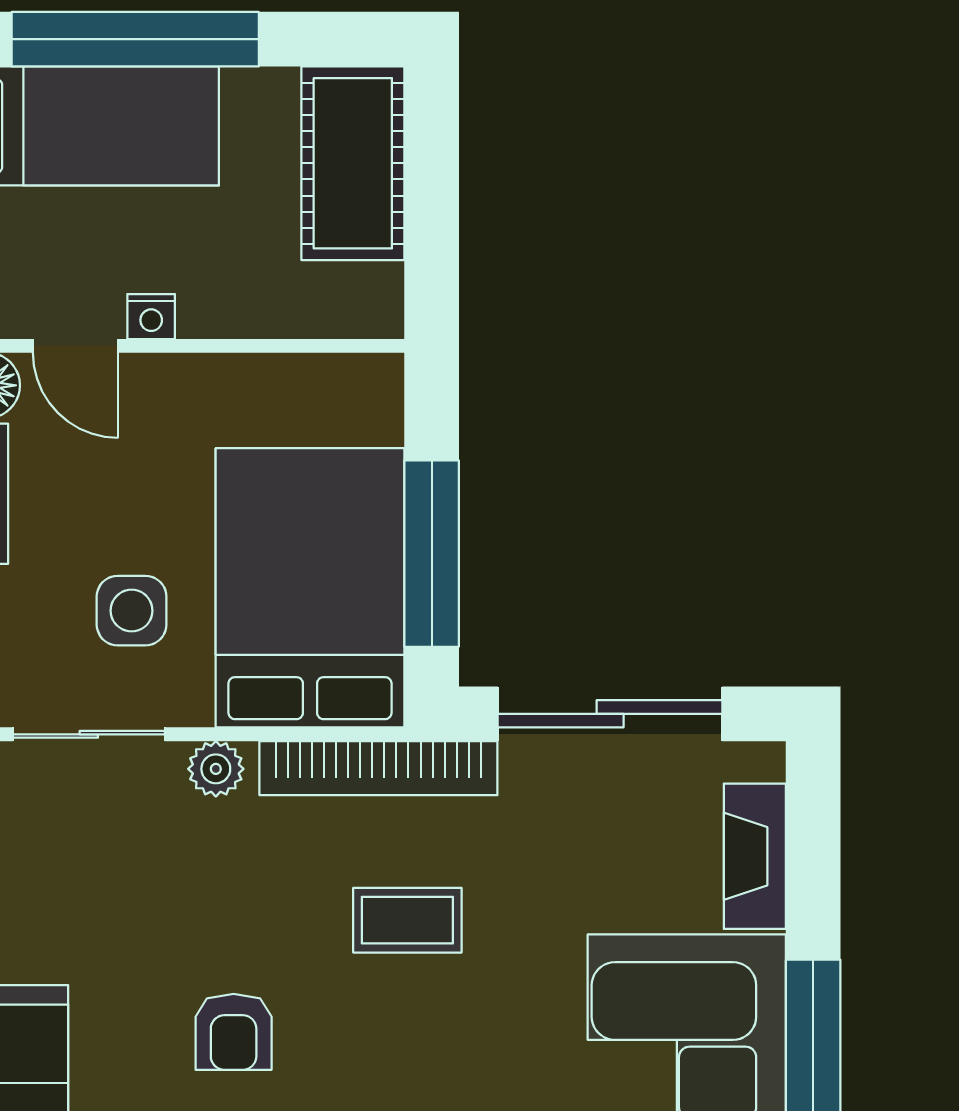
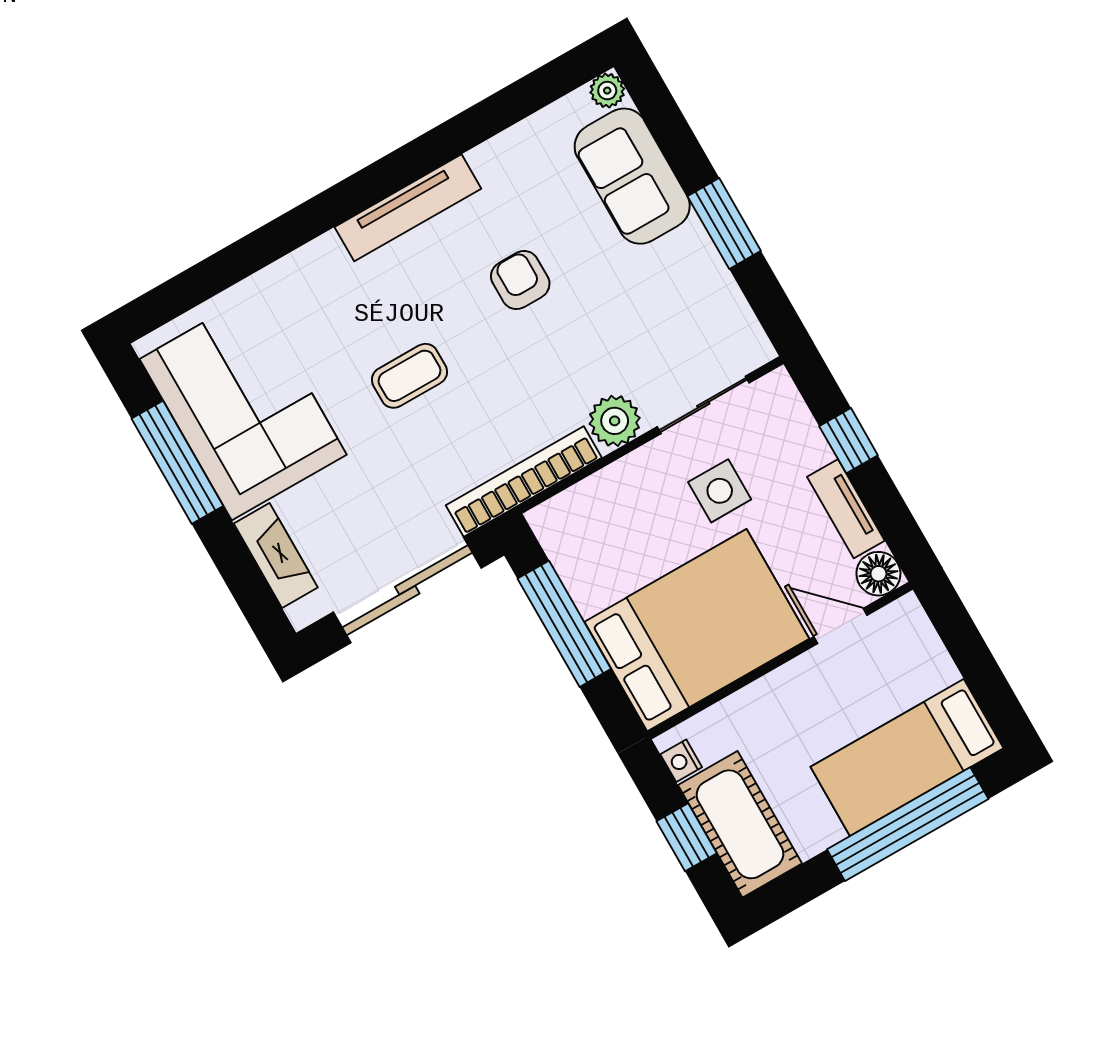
window: (432, 186) -> (687, 837), added
nightstand: (151, 317) -> (681, 761), moved, turned -90
bed: (310, 588) -> (697, 630), moved, turned -90
plant: (216, 769) -> (615, 421), width x1.38, depth x1.38
coffee table: (407, 920) -> (410, 376), moved

